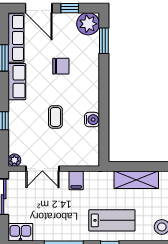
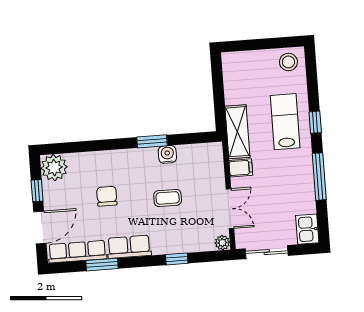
window: (104, 41) -> (152, 141), moved
shelving: (136, 180) -> (237, 132), moved

